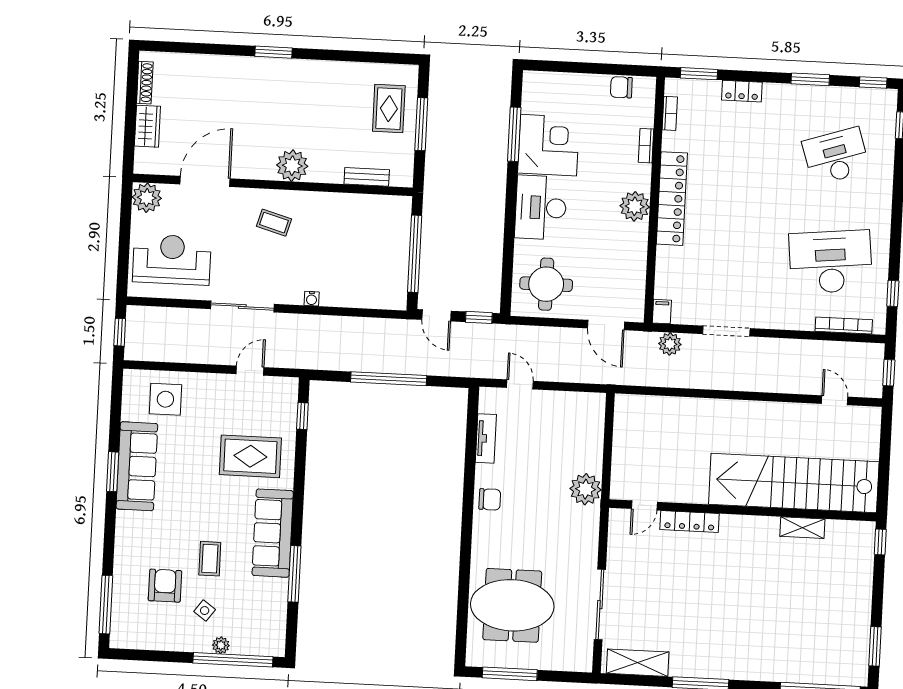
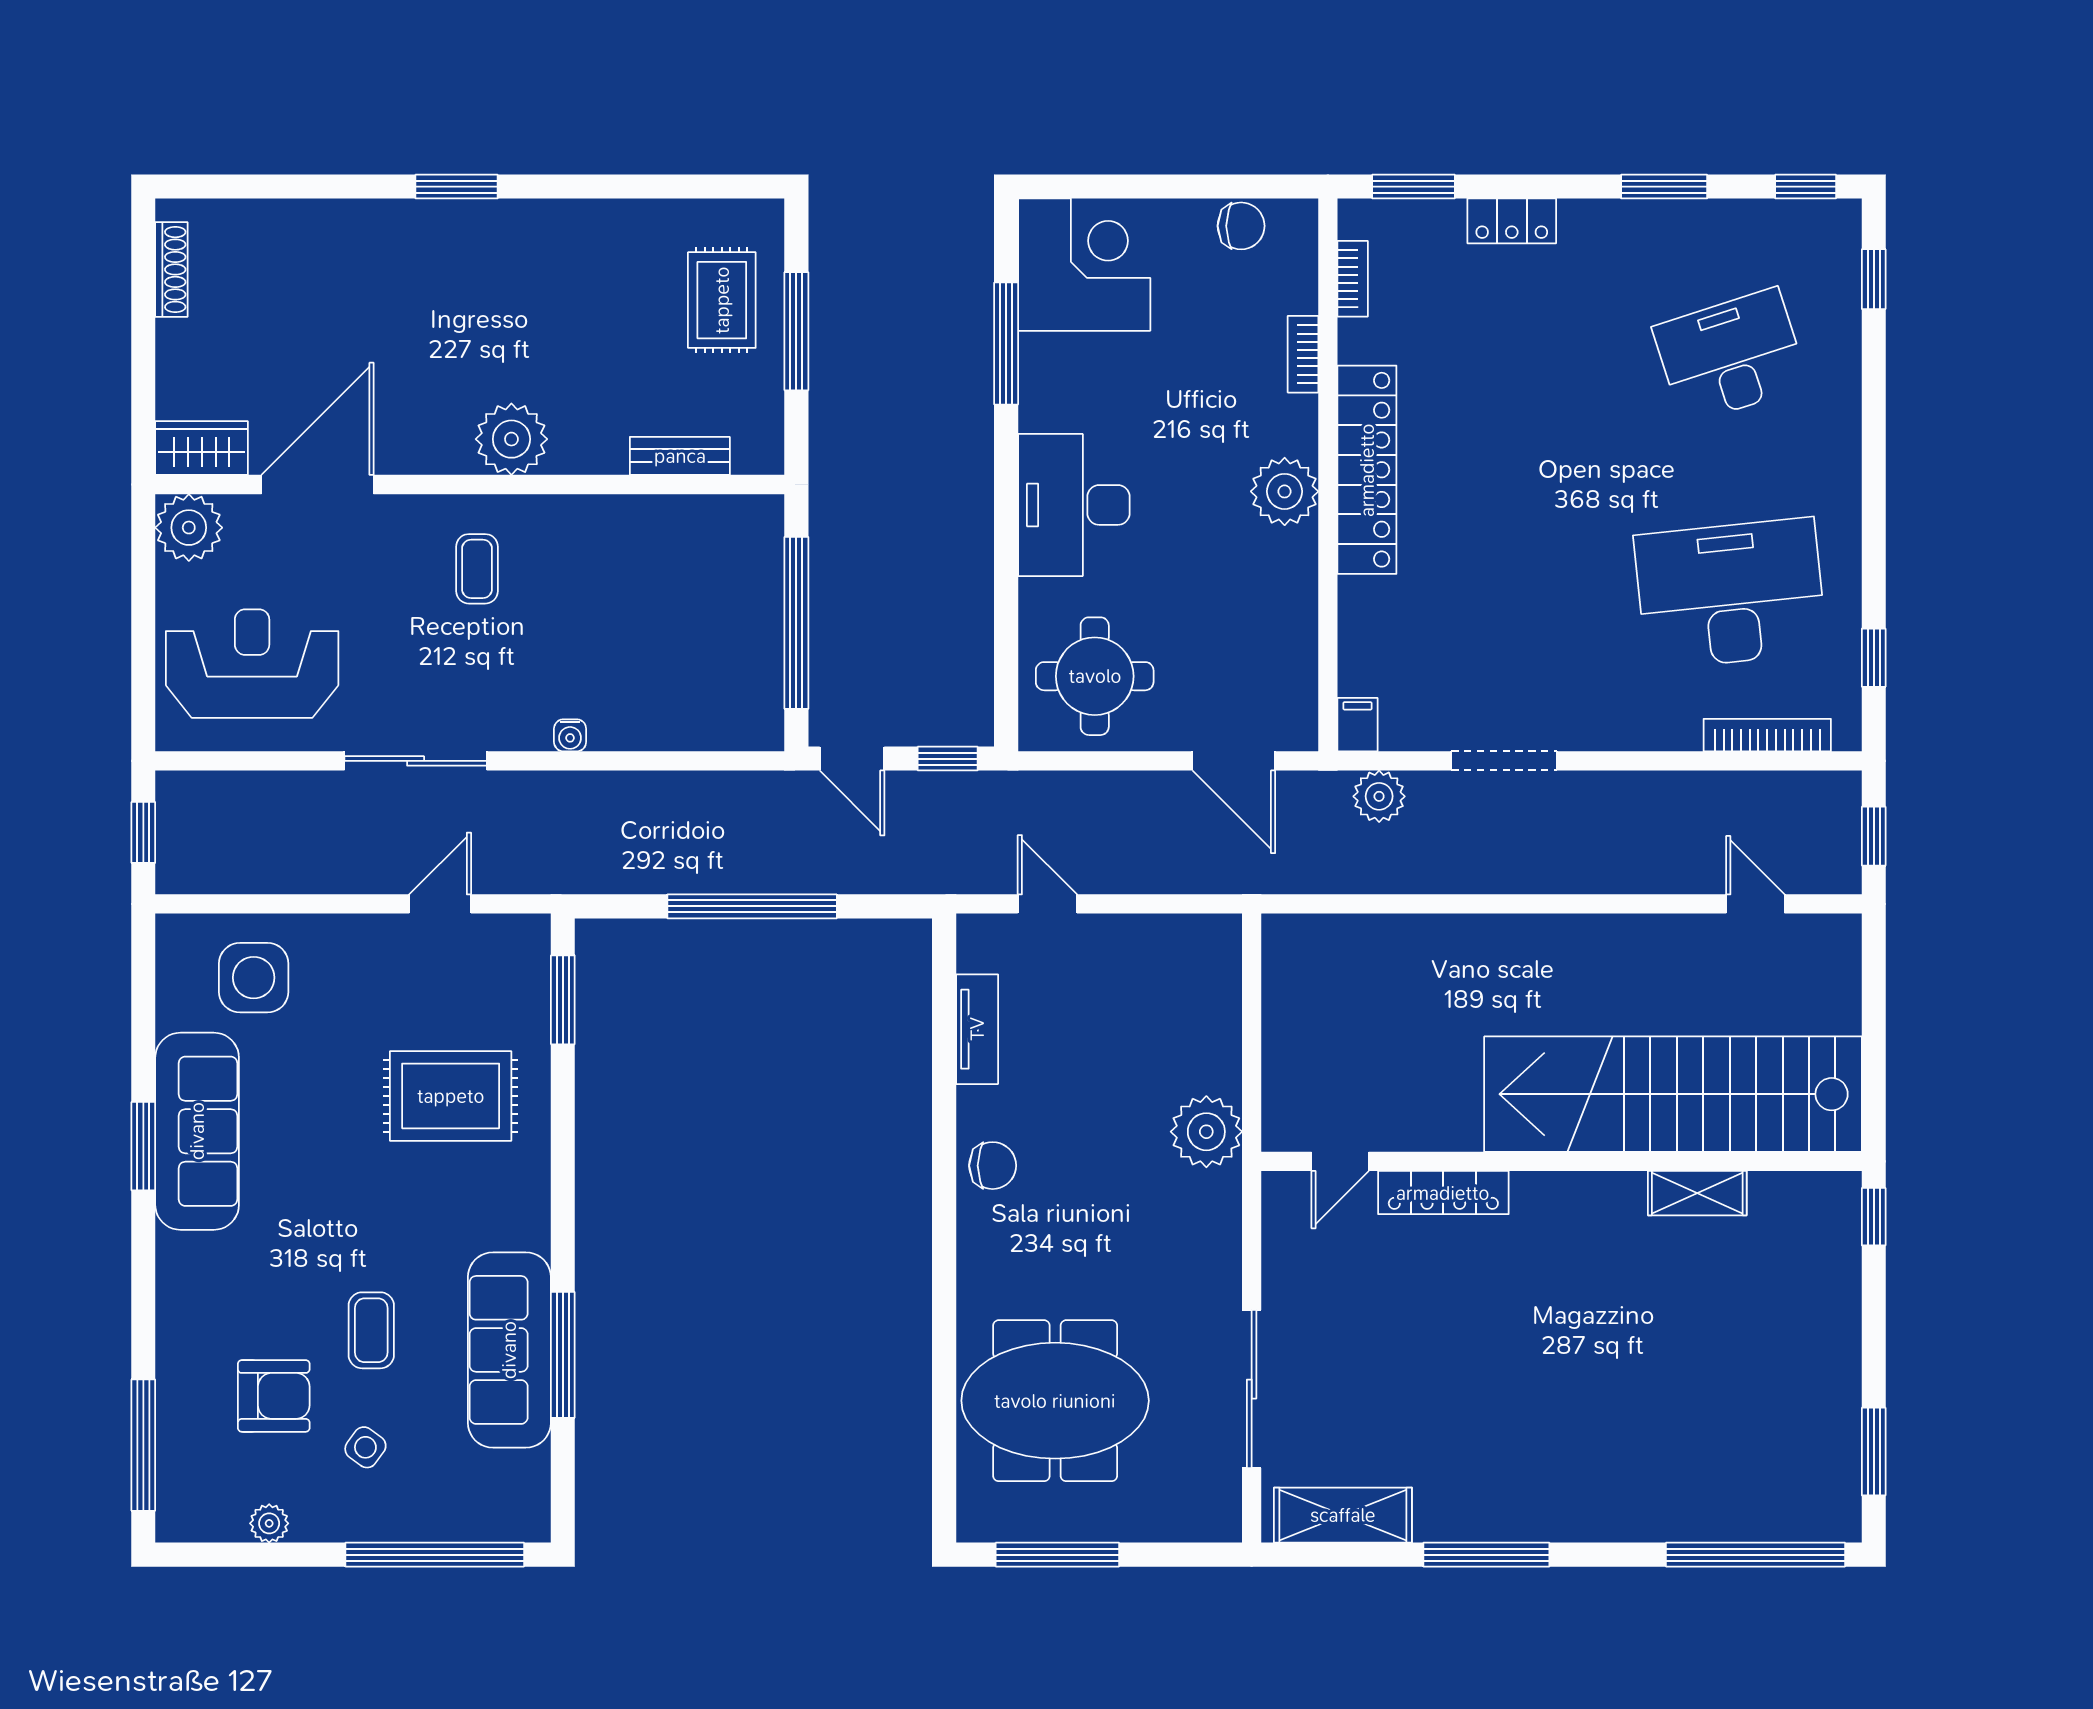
chair: (621, 87) -> (1241, 226), turned 180
wardrobe: (147, 126) -> (202, 448), moved, turned -90
corner desk: (549, 145) -> (1084, 265), moved
coffee table: (274, 223) -> (477, 569), turned 74
window: (302, 416) -> (563, 1000), width x1.50
sofa: (273, 533) -> (509, 1350), moved
armchair: (165, 586) -> (274, 1396), turned 90
plant: (221, 645) -> (269, 1523), moved

